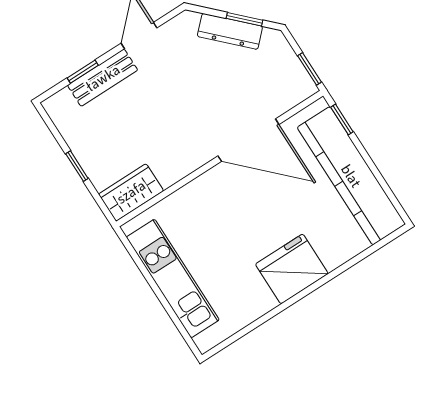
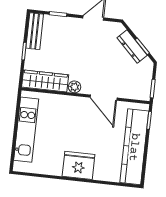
bench: (103, 78) -> (35, 31), moved, turned 90
door: (248, 140) -> (104, 98), width x0.73
plant: (193, 159) -> (75, 87), added
wardrobe: (131, 192) -> (45, 81), width x1.50

